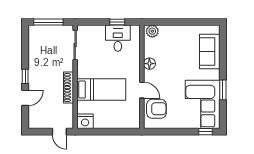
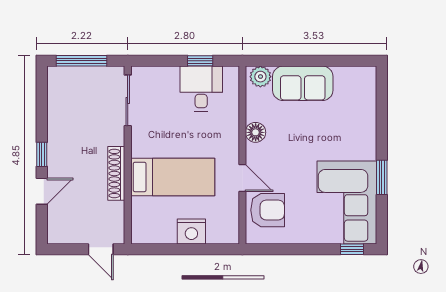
sofa: (210, 52) -> (303, 83), moved, turned -90
nightstand: (85, 121) -> (191, 232), moved

